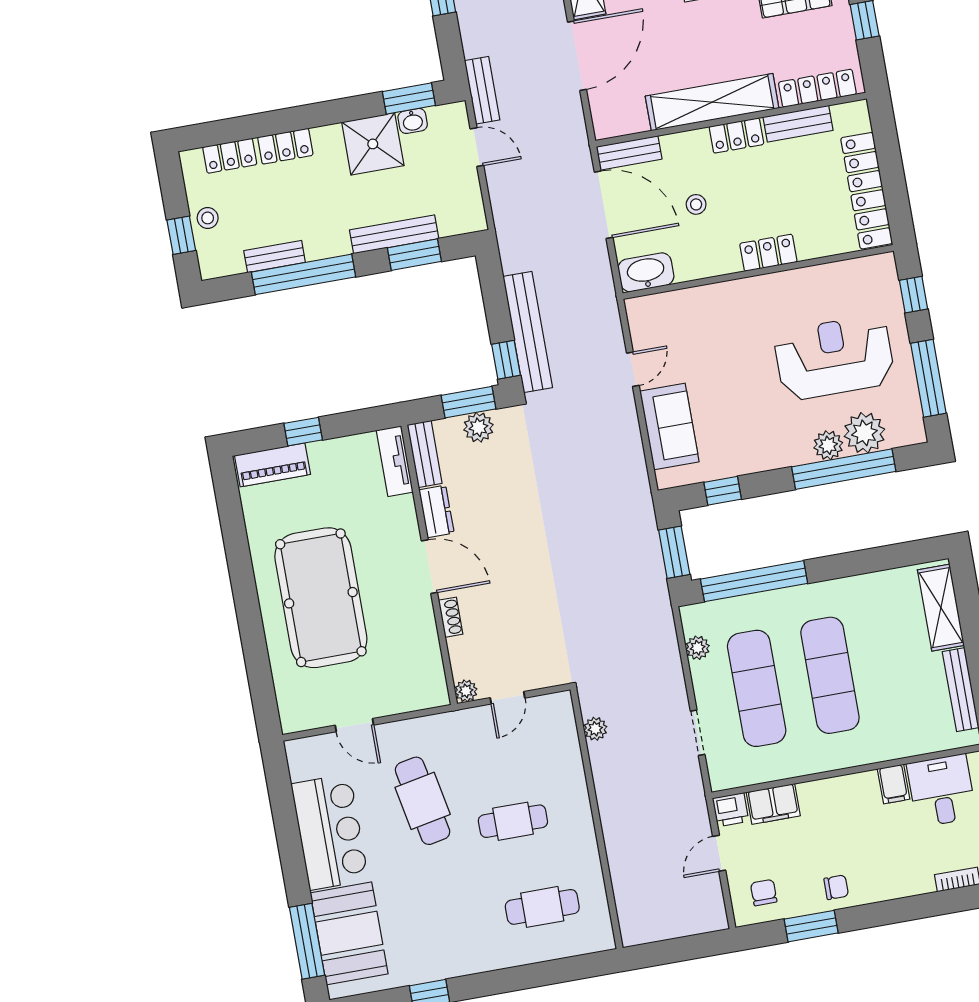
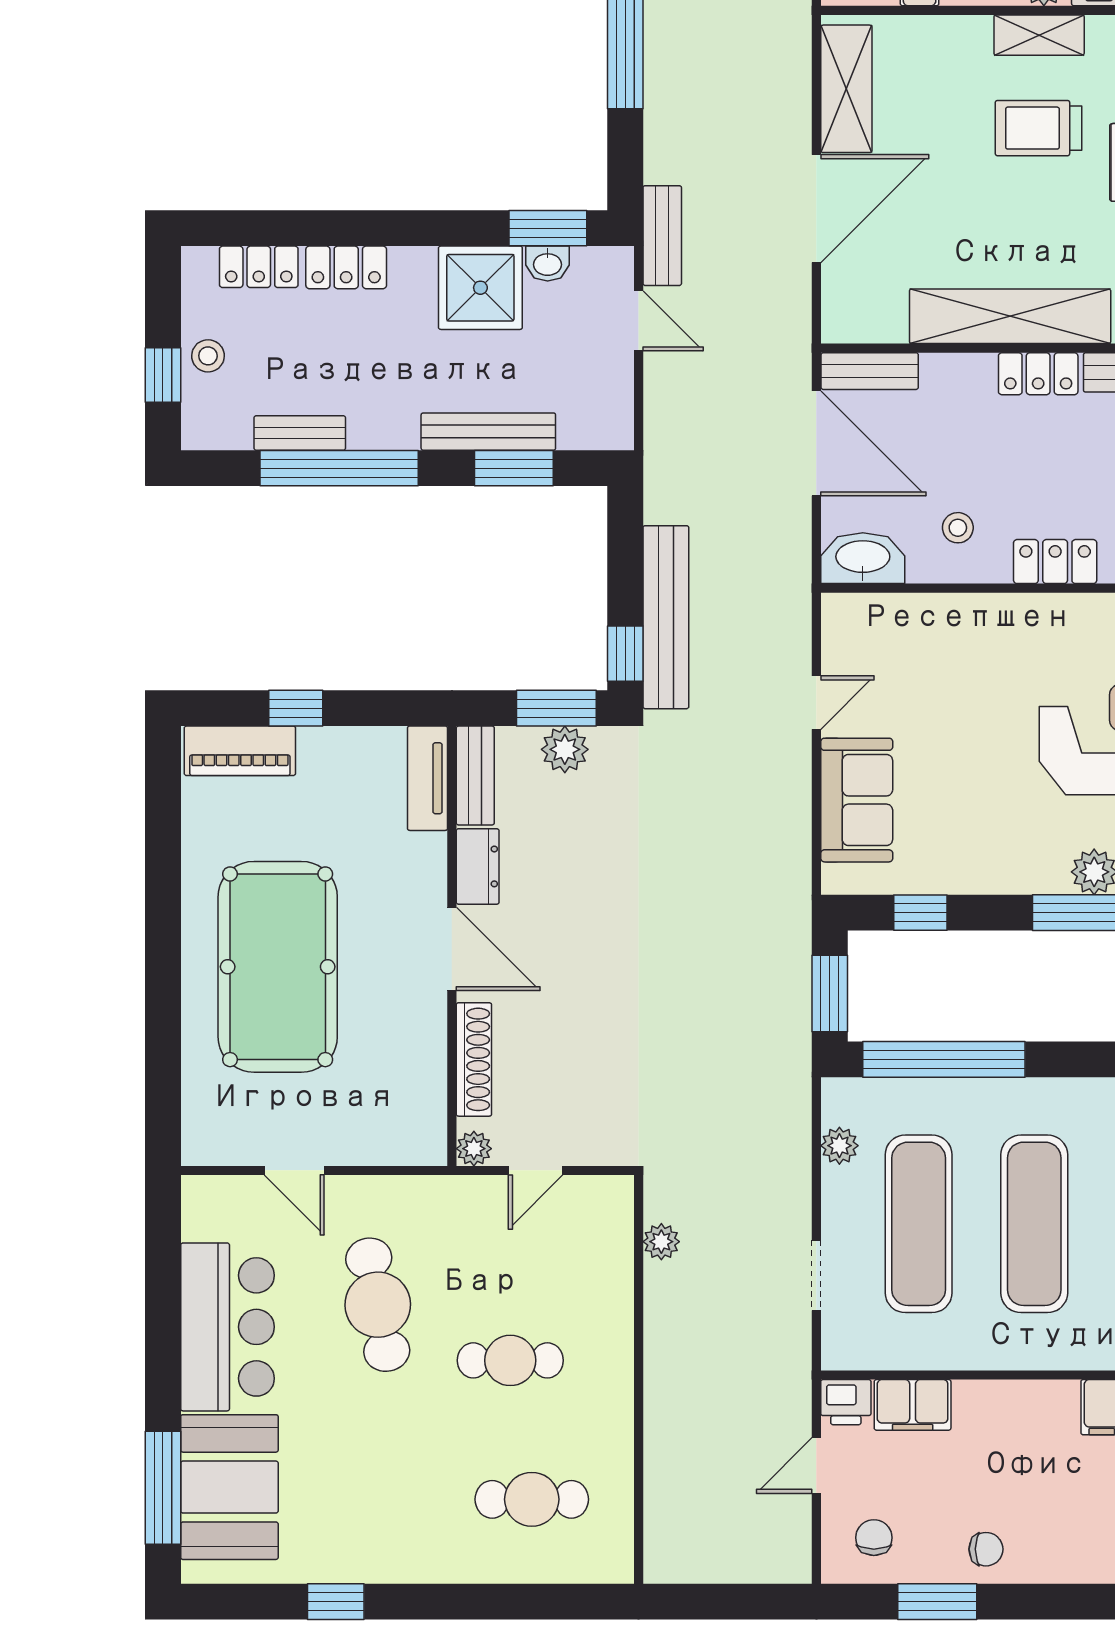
stool: (696, 204) -> (958, 528), moved
shoe rack: (451, 617) -> (474, 1059), width x1.94, depth x1.24

